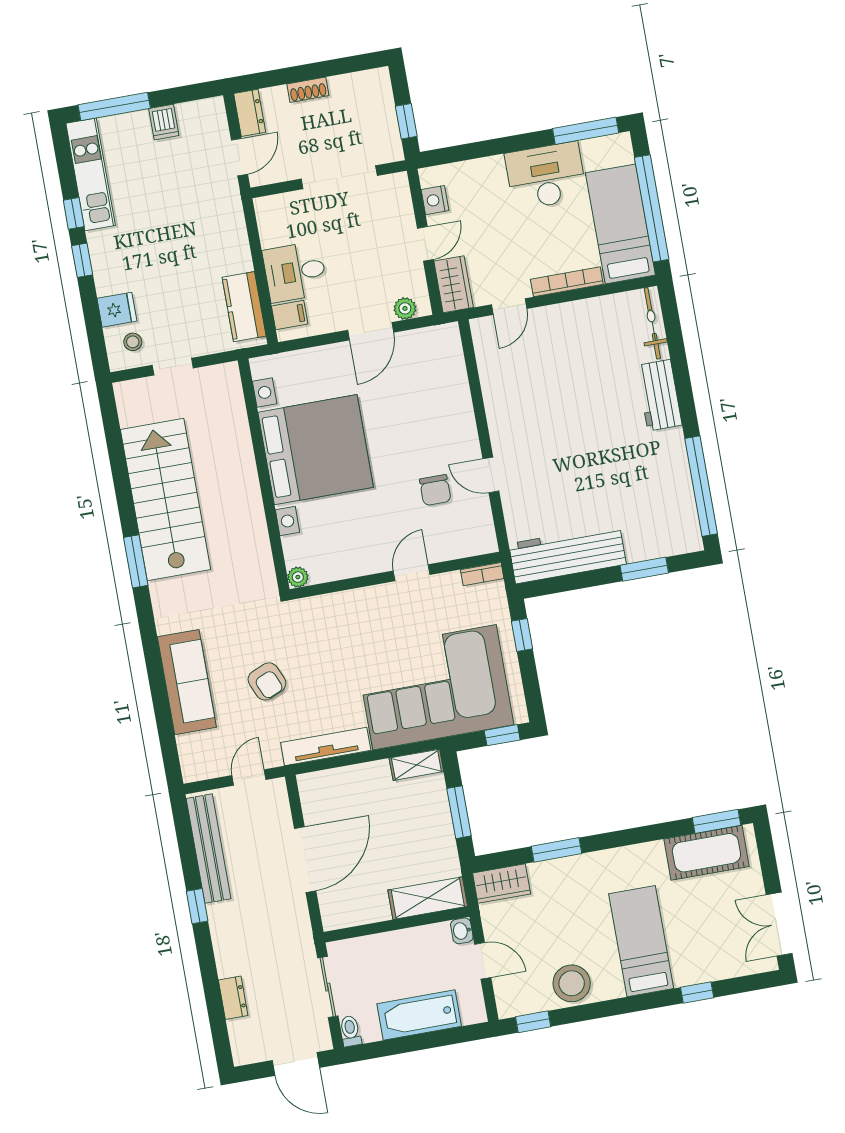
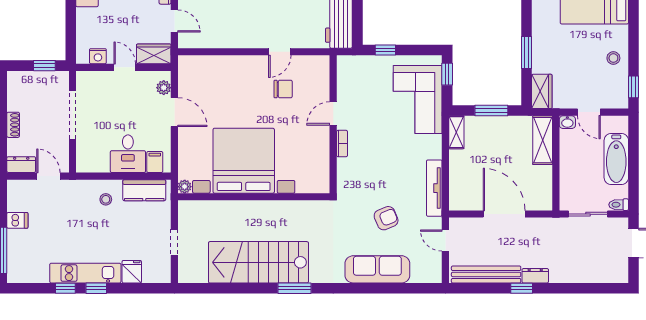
kitchen unit: (91, 174) -> (85, 273), moved
stool: (133, 342) -> (106, 199), moved
door: (412, 573) -> (333, 113), hinge flipped
bookcase: (482, 574) -> (342, 144), moved
plant: (298, 577) -> (185, 187), moved
corner sofa: (434, 687) -> (418, 100), width x0.73, depth x0.74
door: (483, 961) -> (589, 112), swing flipped
stool: (572, 983) -> (613, 58), width x0.53, depth x0.53
dresser: (233, 998) -> (535, 276), moved

